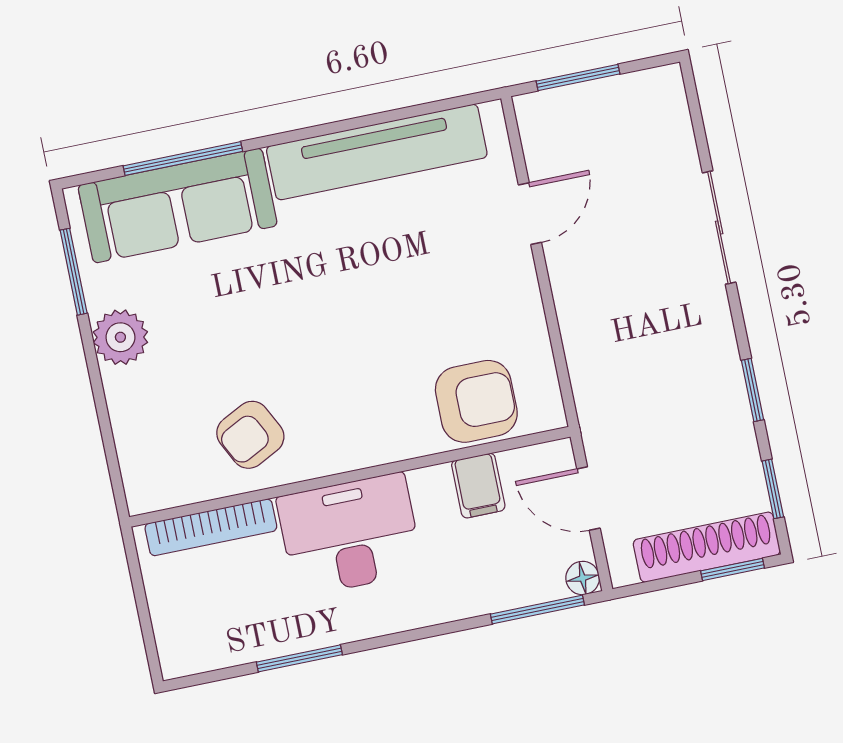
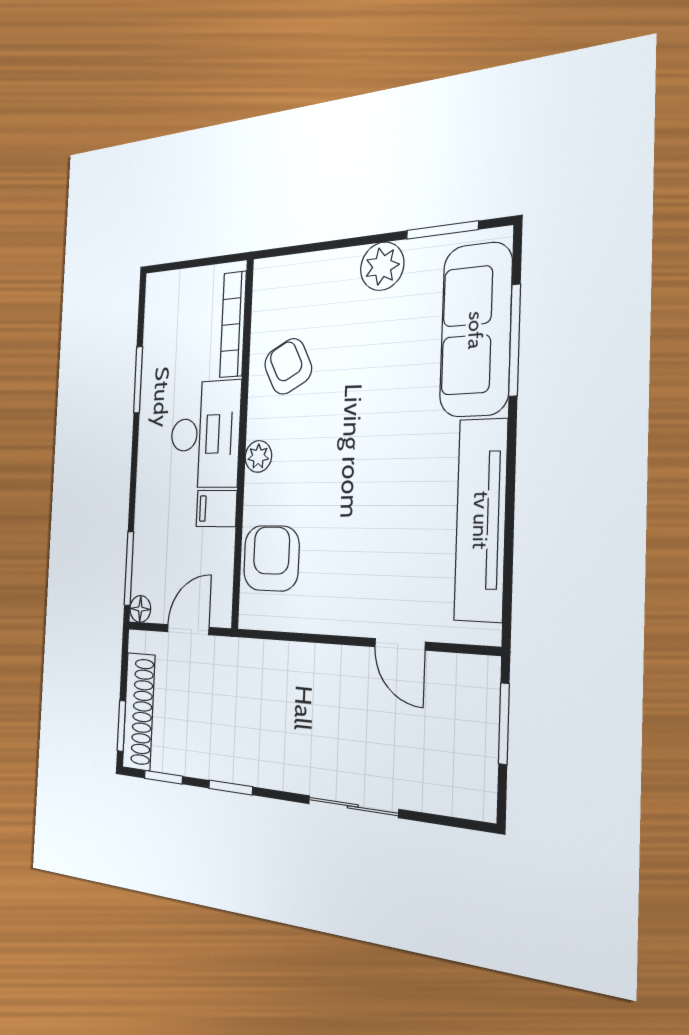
armchair: (476, 401) -> (271, 558), turned 180
plant: (362, 450) -> (258, 456), added
filing cabinet: (478, 486) -> (216, 509), moved

